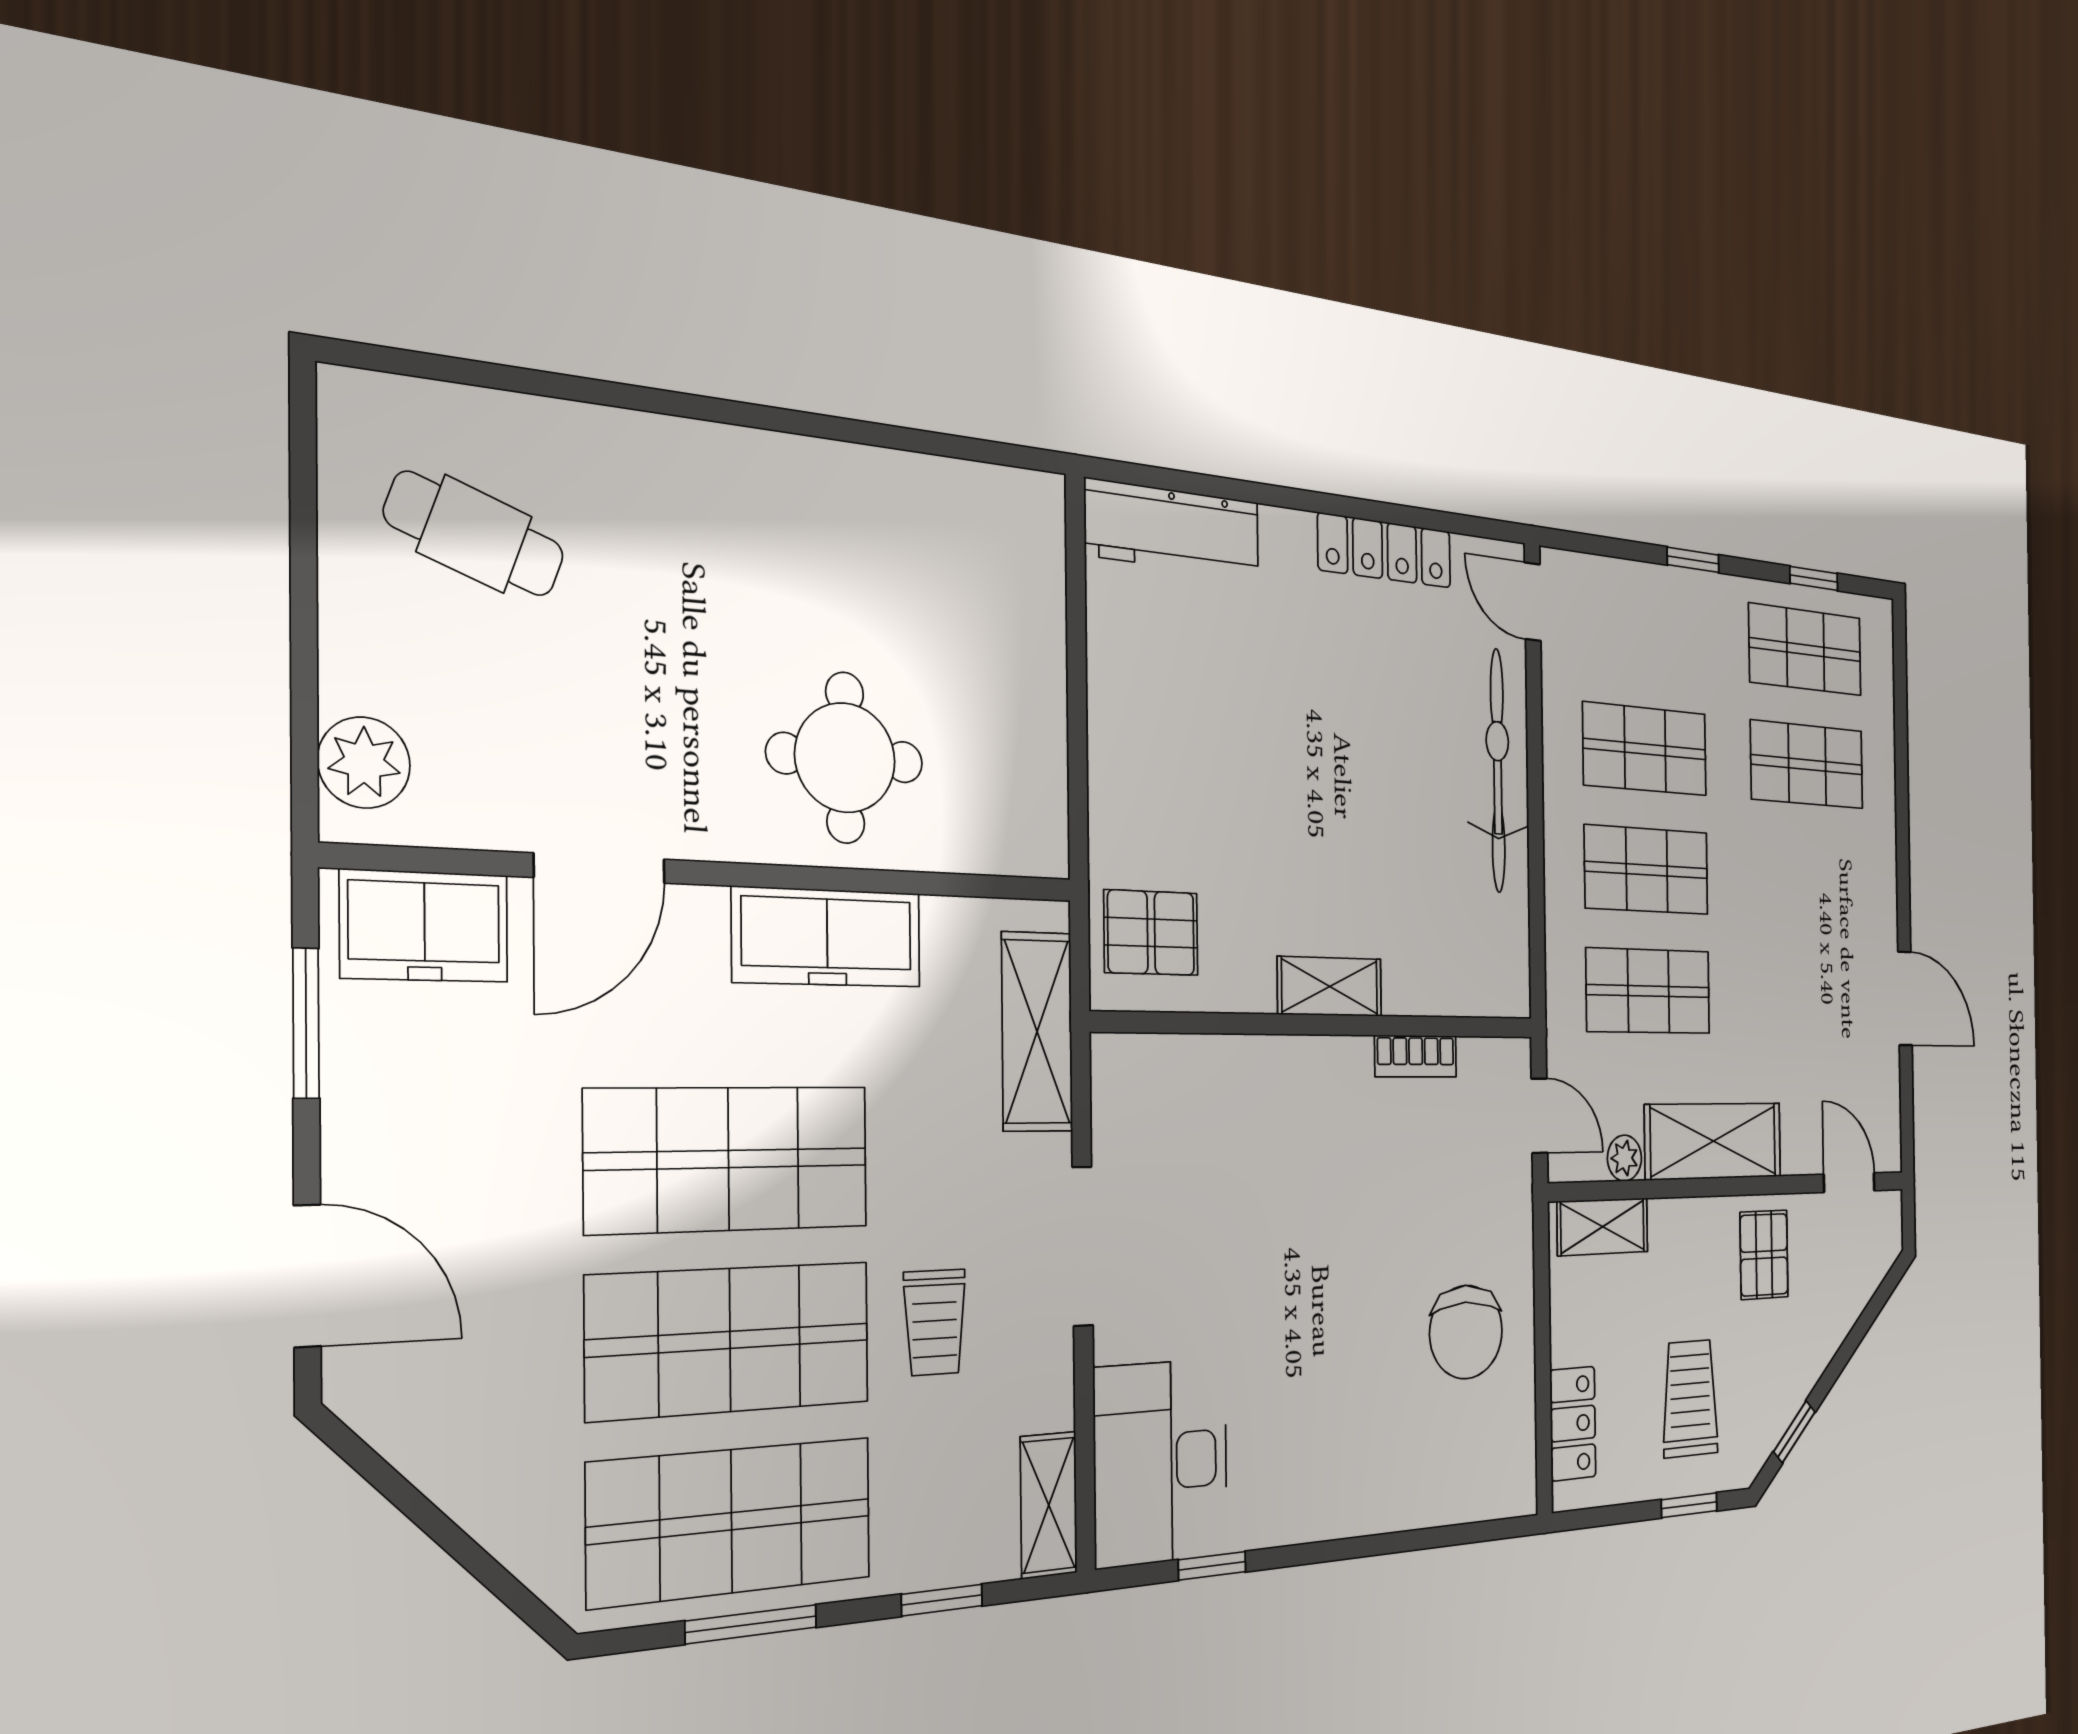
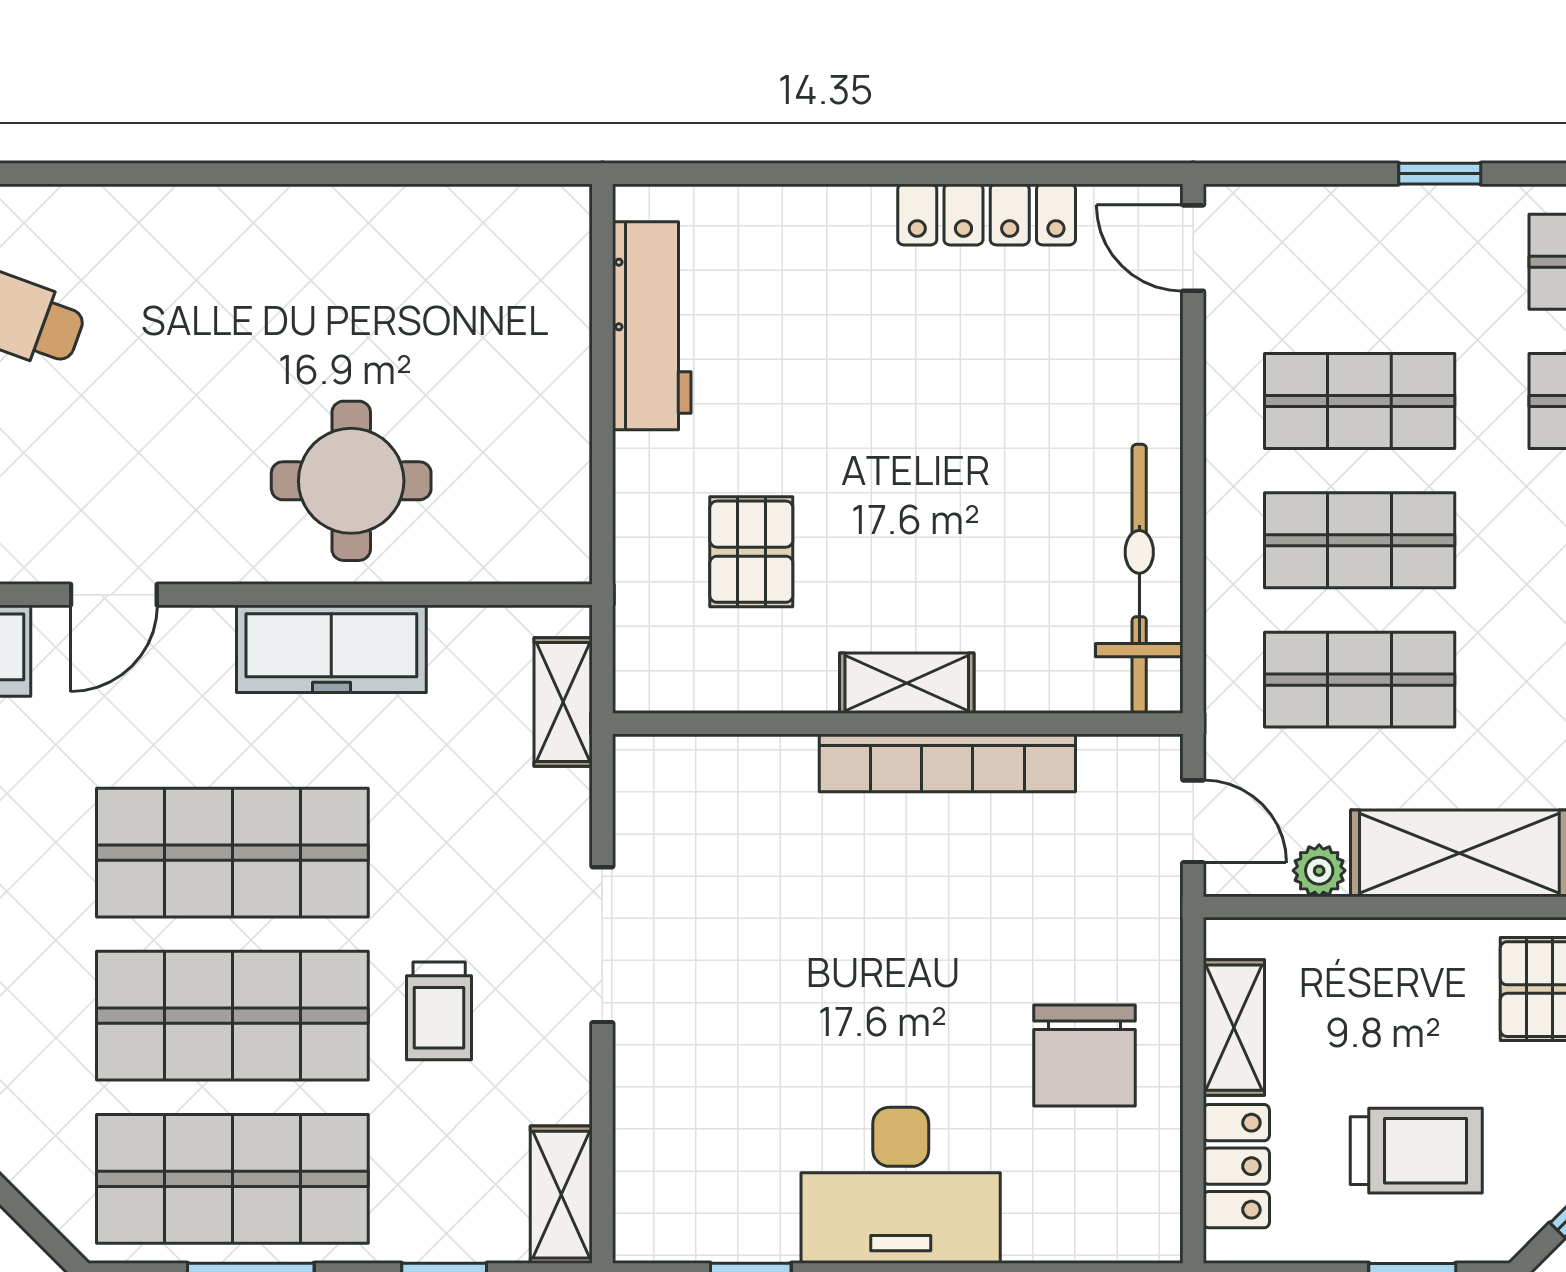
workbench: (1173, 529) -> (652, 326), moved, turned -90
bicycle: (1498, 770) -> (1139, 579), moved
door: (600, 868) -> (114, 595), width x0.73
pallet: (1151, 933) -> (751, 552), moved, turned 90
shelving: (1037, 1032) -> (563, 702), width x0.67, depth x0.75
bookcase: (1416, 1056) -> (947, 763), width x2.31, depth x1.31
shelving: (1603, 1227) -> (1234, 1028), moved, turned 90
trolley: (1690, 1398) -> (1416, 1151), turned 90
desk: (1161, 1462) -> (901, 1185), moved, turned -90

